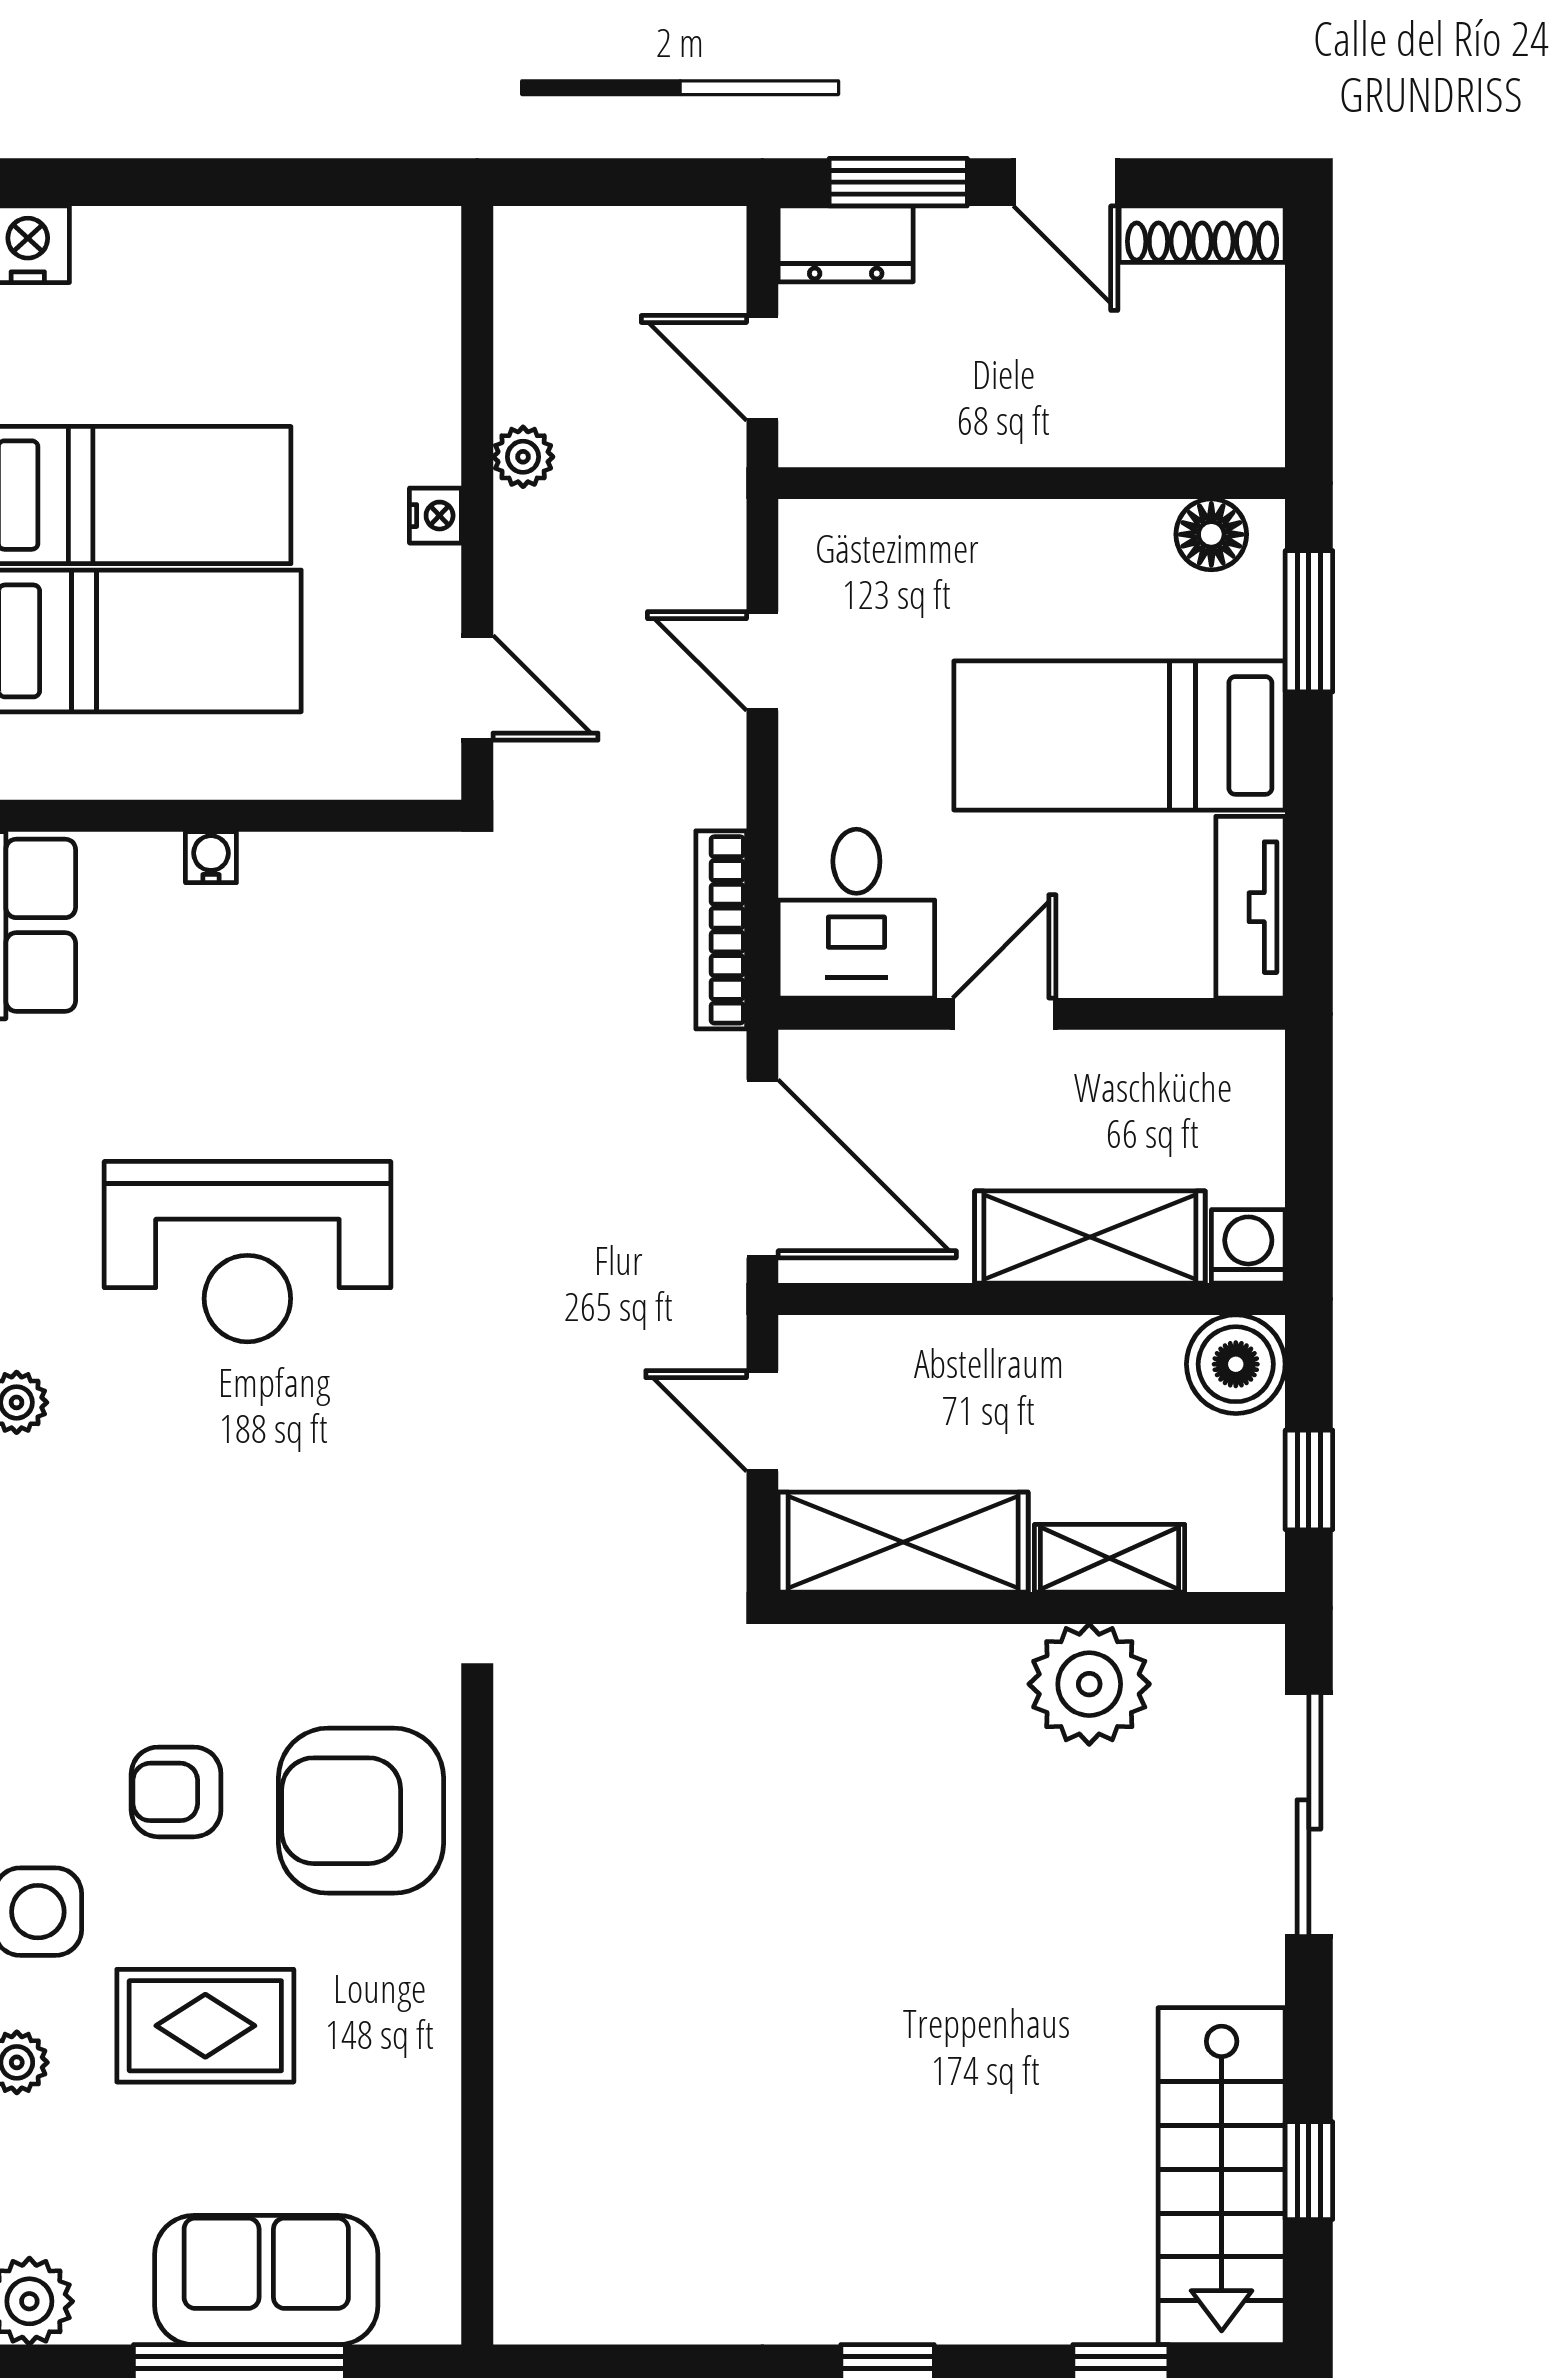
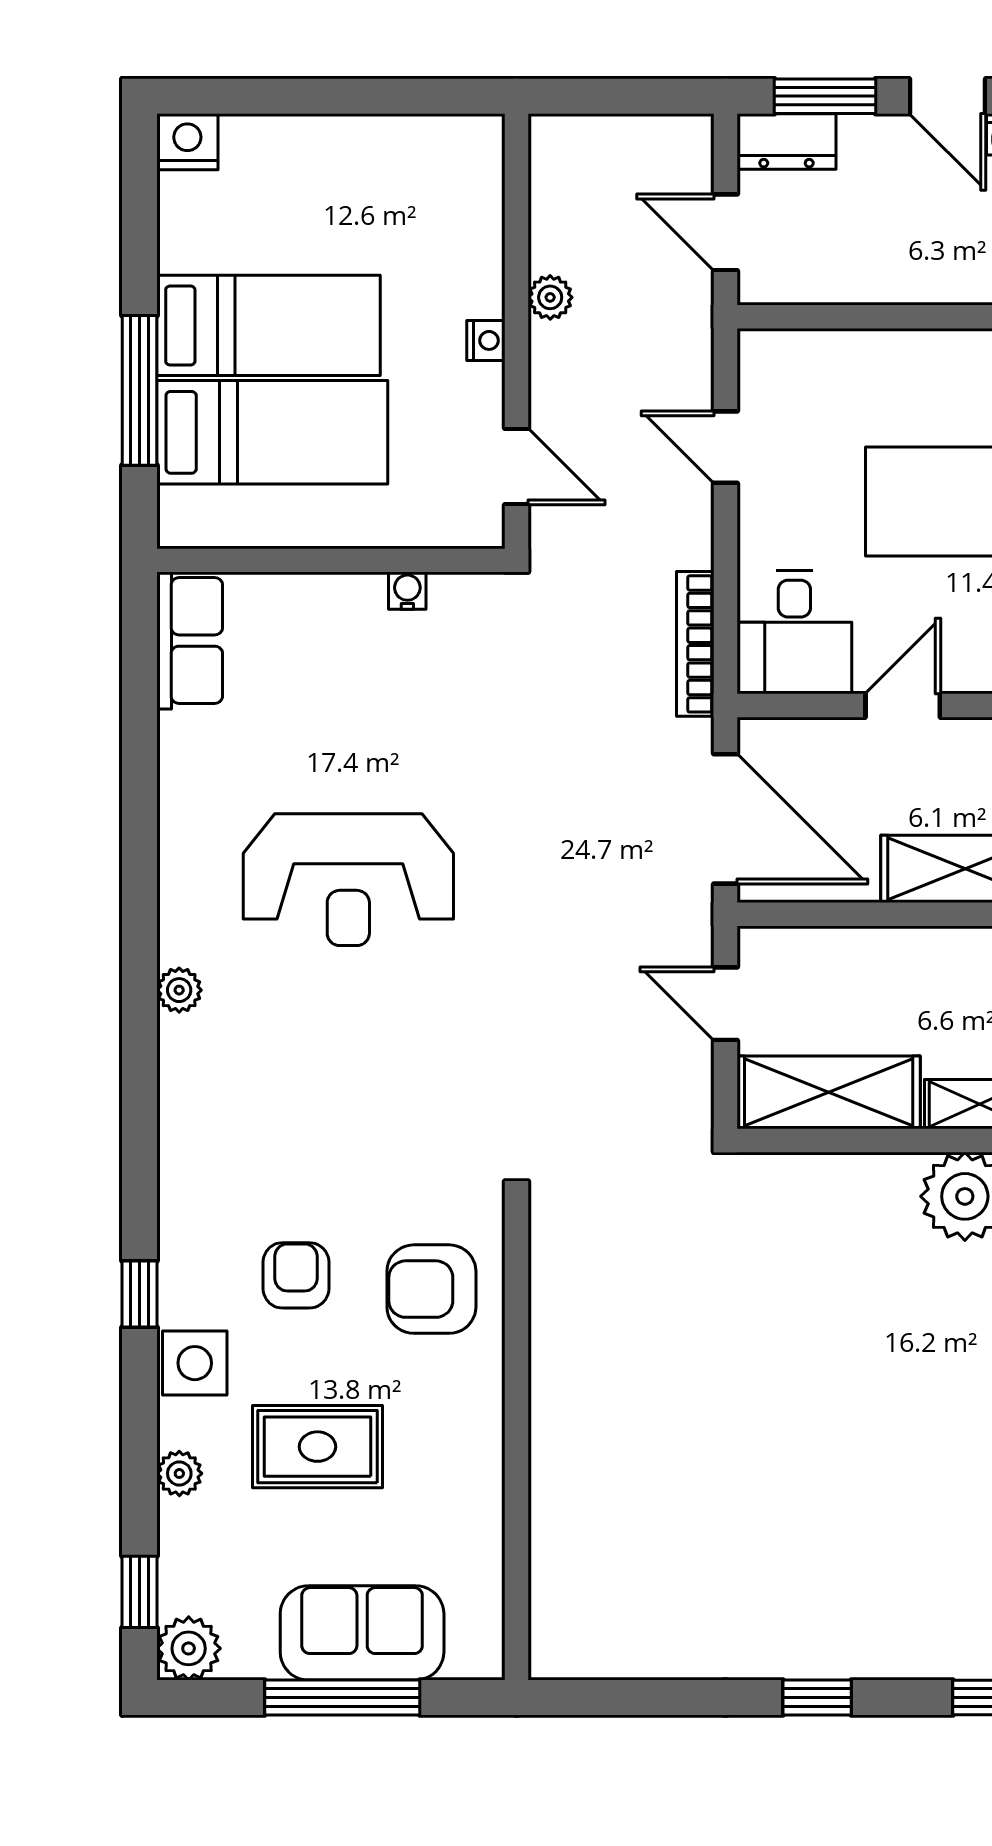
water cooler: (211, 857) -> (407, 591), moved
armchair: (176, 1792) -> (296, 1275), turned 90
armchair: (361, 1811) -> (431, 1289), width x0.73, depth x0.73

